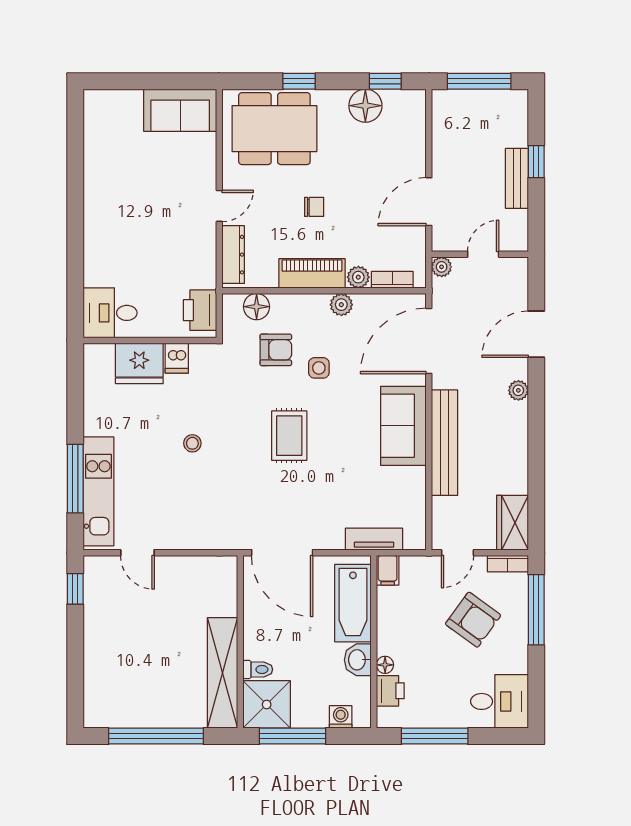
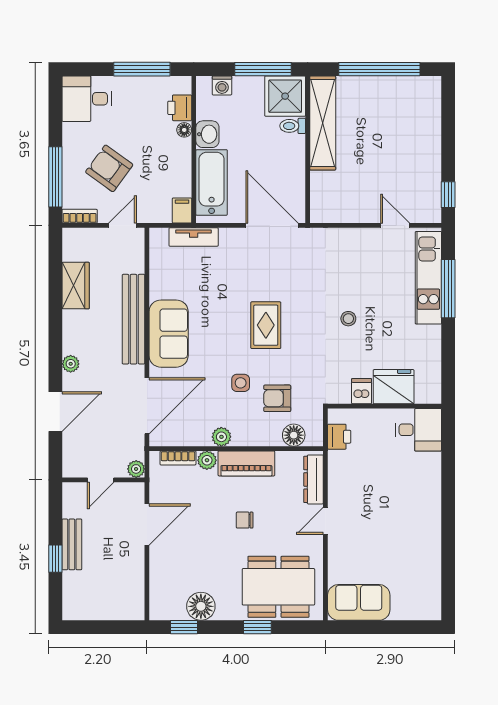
window: (479, 81) -> (104, 627), removed
printer: (200, 310) -> (339, 437), width x0.73, depth x0.81
wardrobe: (512, 523) -> (76, 286), moved

